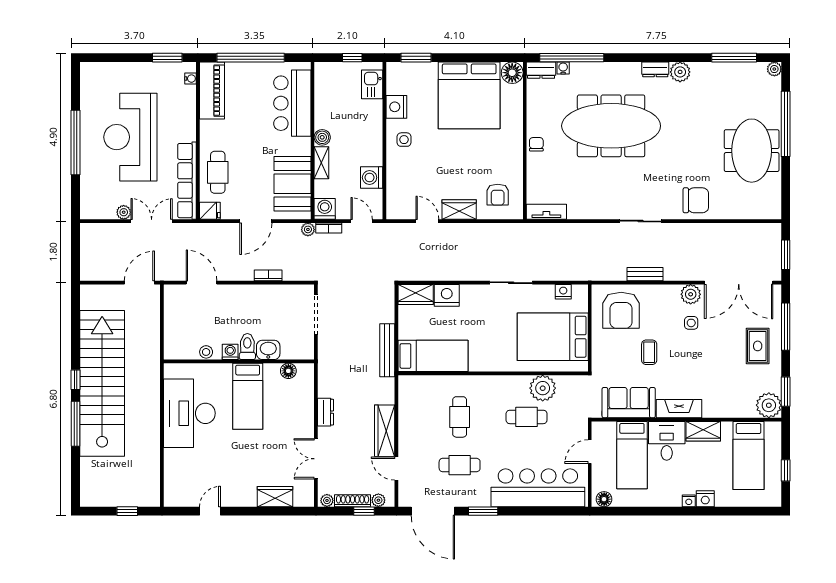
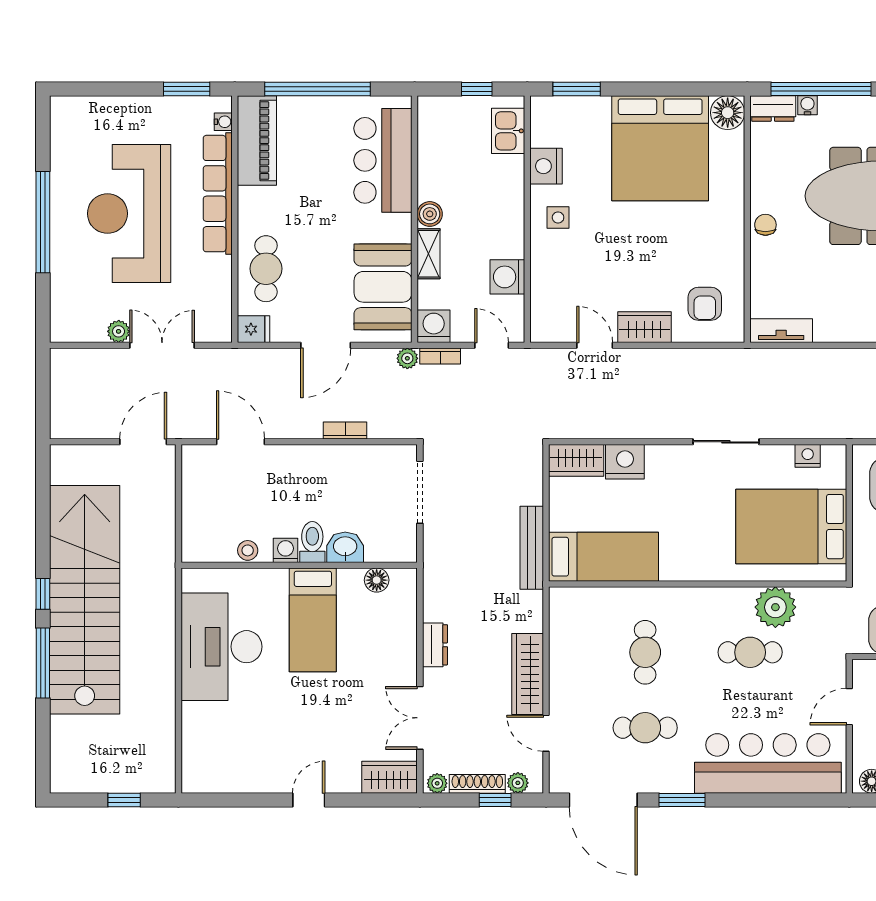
row of seats: (187, 181) -> (218, 194), moved
wardrobe: (275, 497) -> (390, 777), moved
door: (210, 511) -> (309, 800), moved

